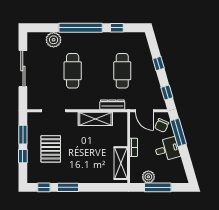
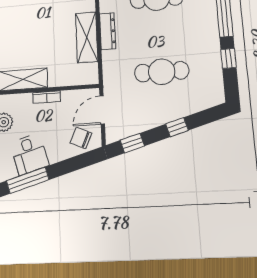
dresser: (112, 105) -> (108, 31), moved
window: (178, 132) -> (28, 180), moved
desk: (167, 149) -> (29, 154), moved

